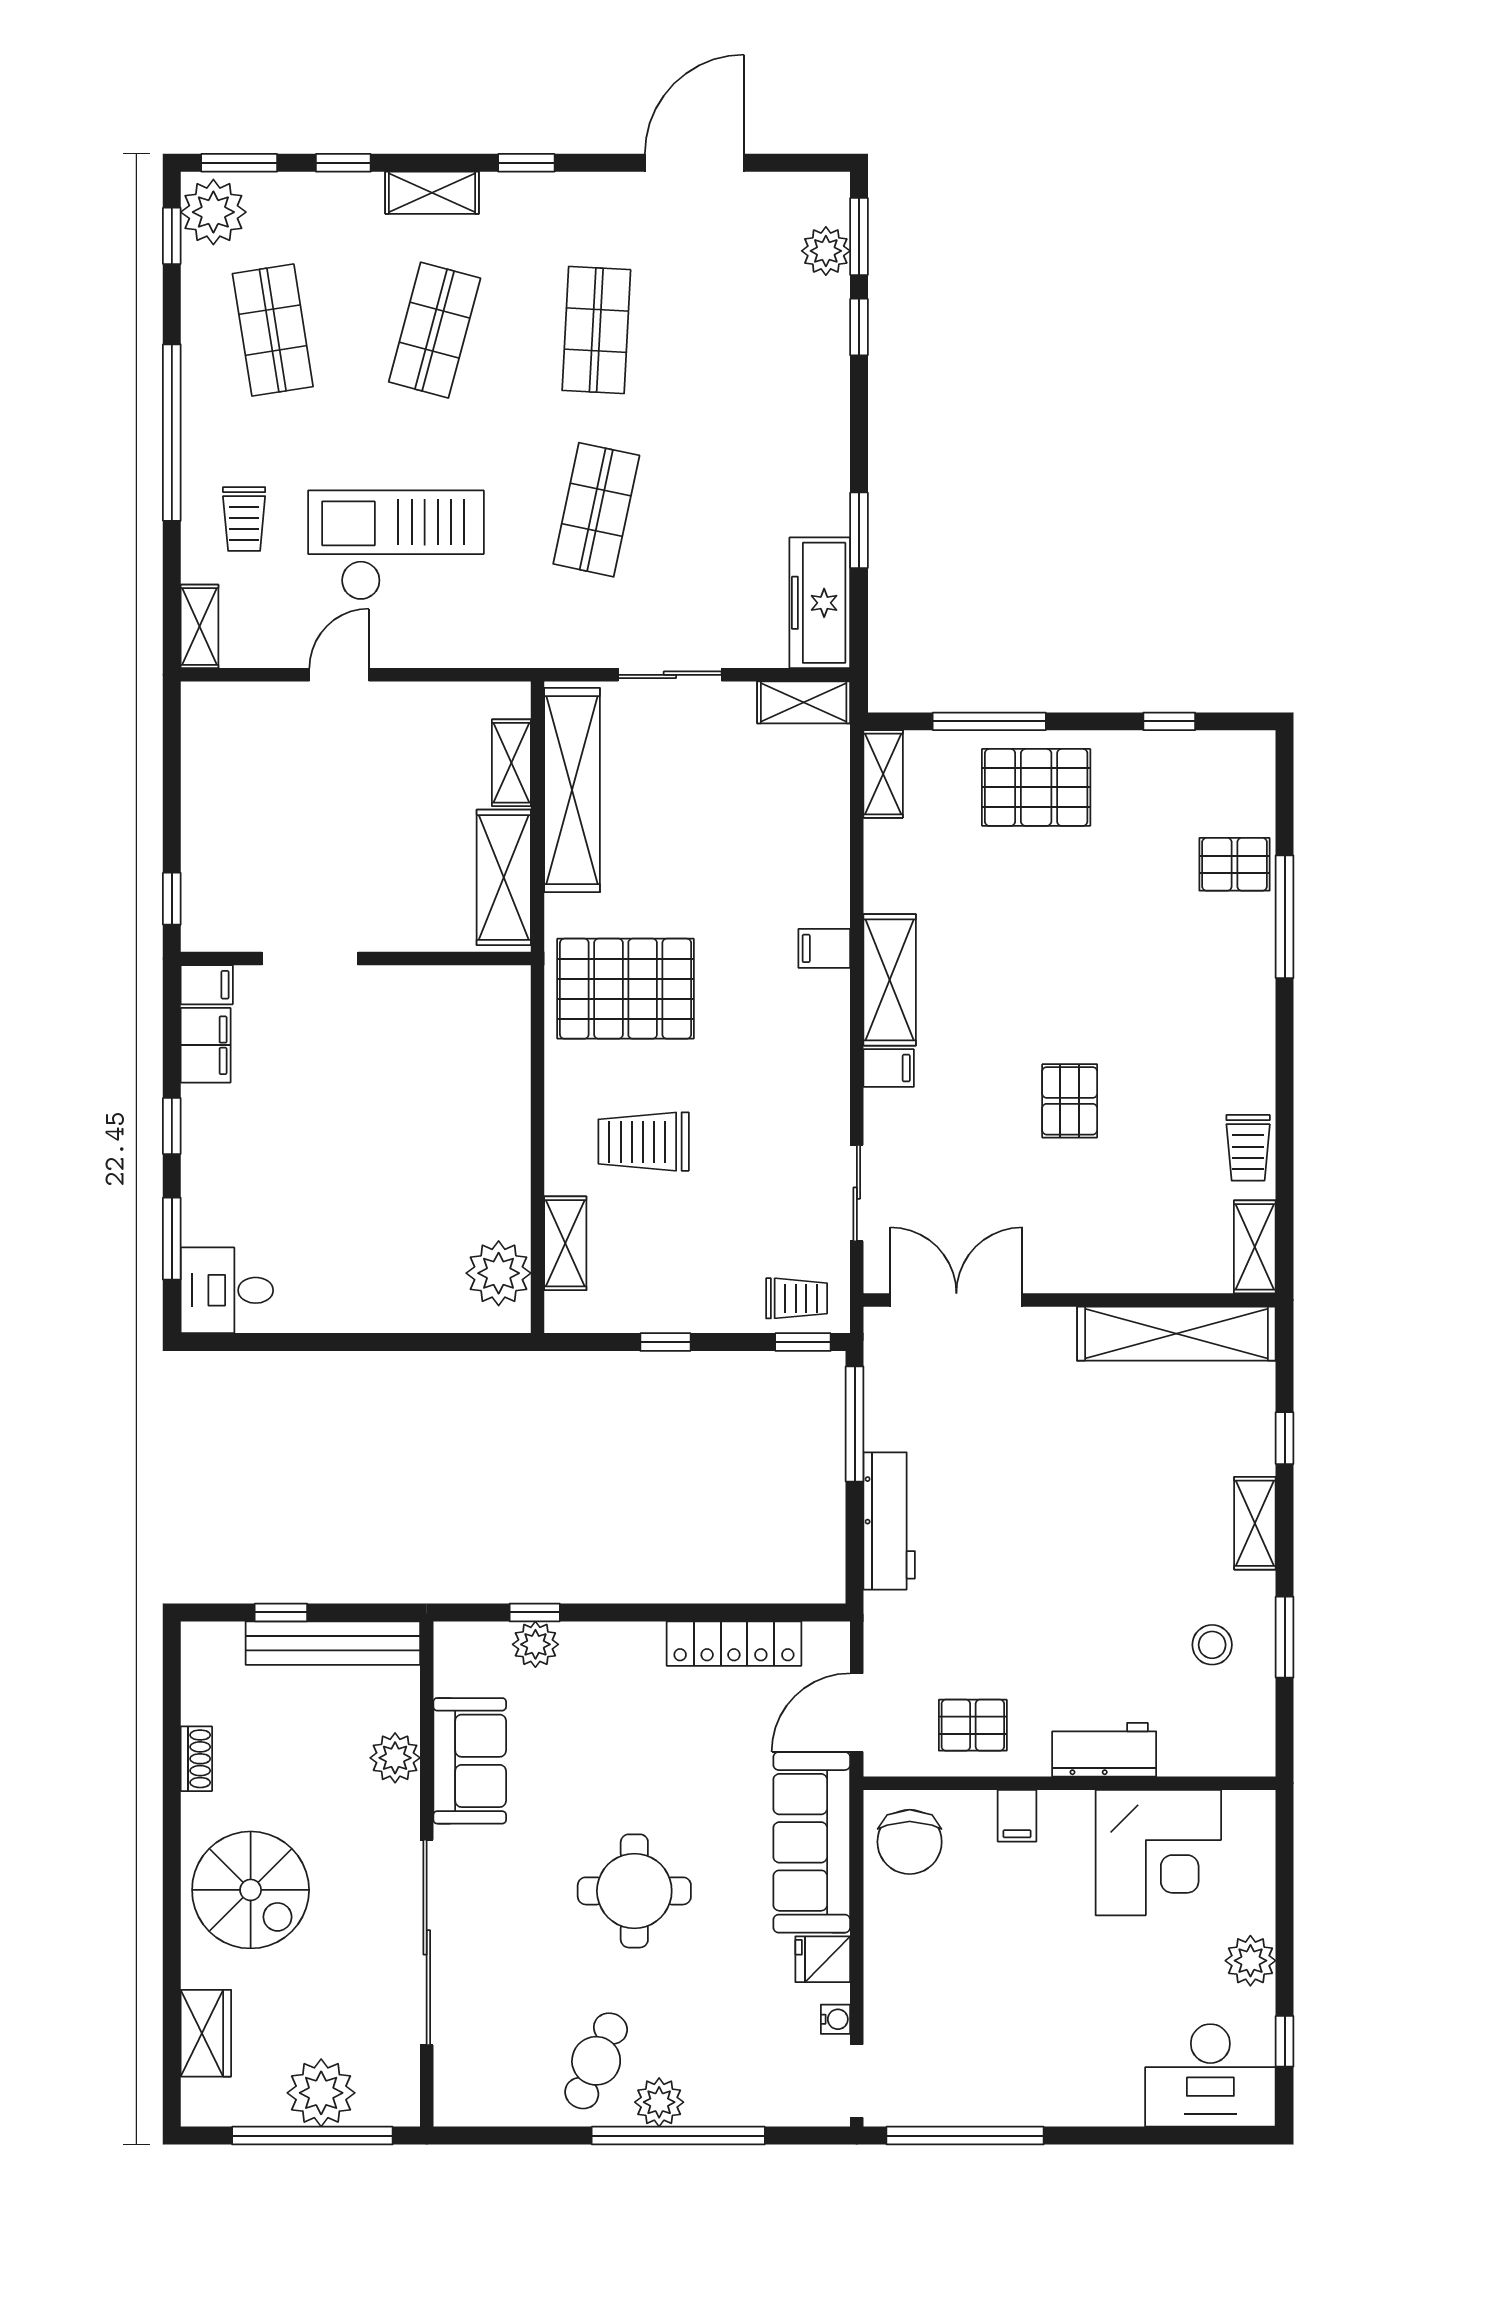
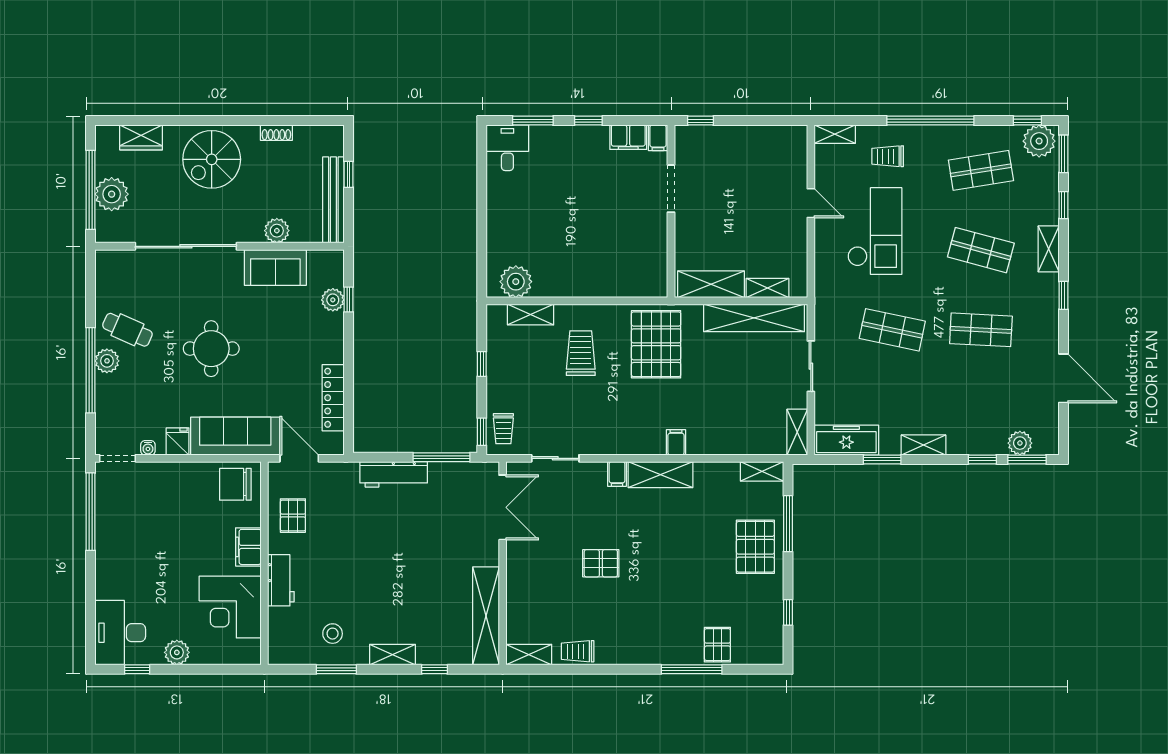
shelving: (830, 446) -> (924, 445), added
filing cabinet: (1017, 1816) -> (248, 547), width x2.00

